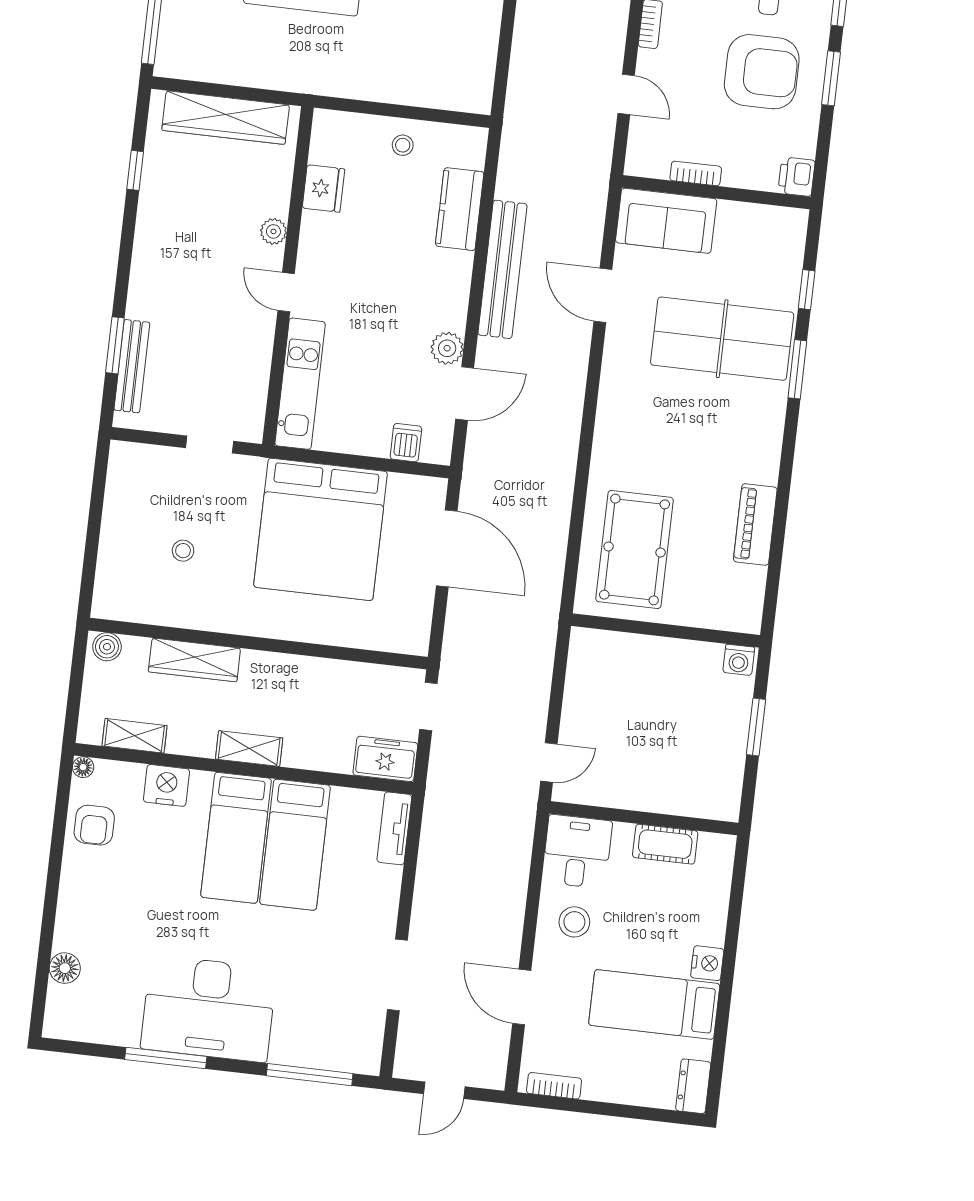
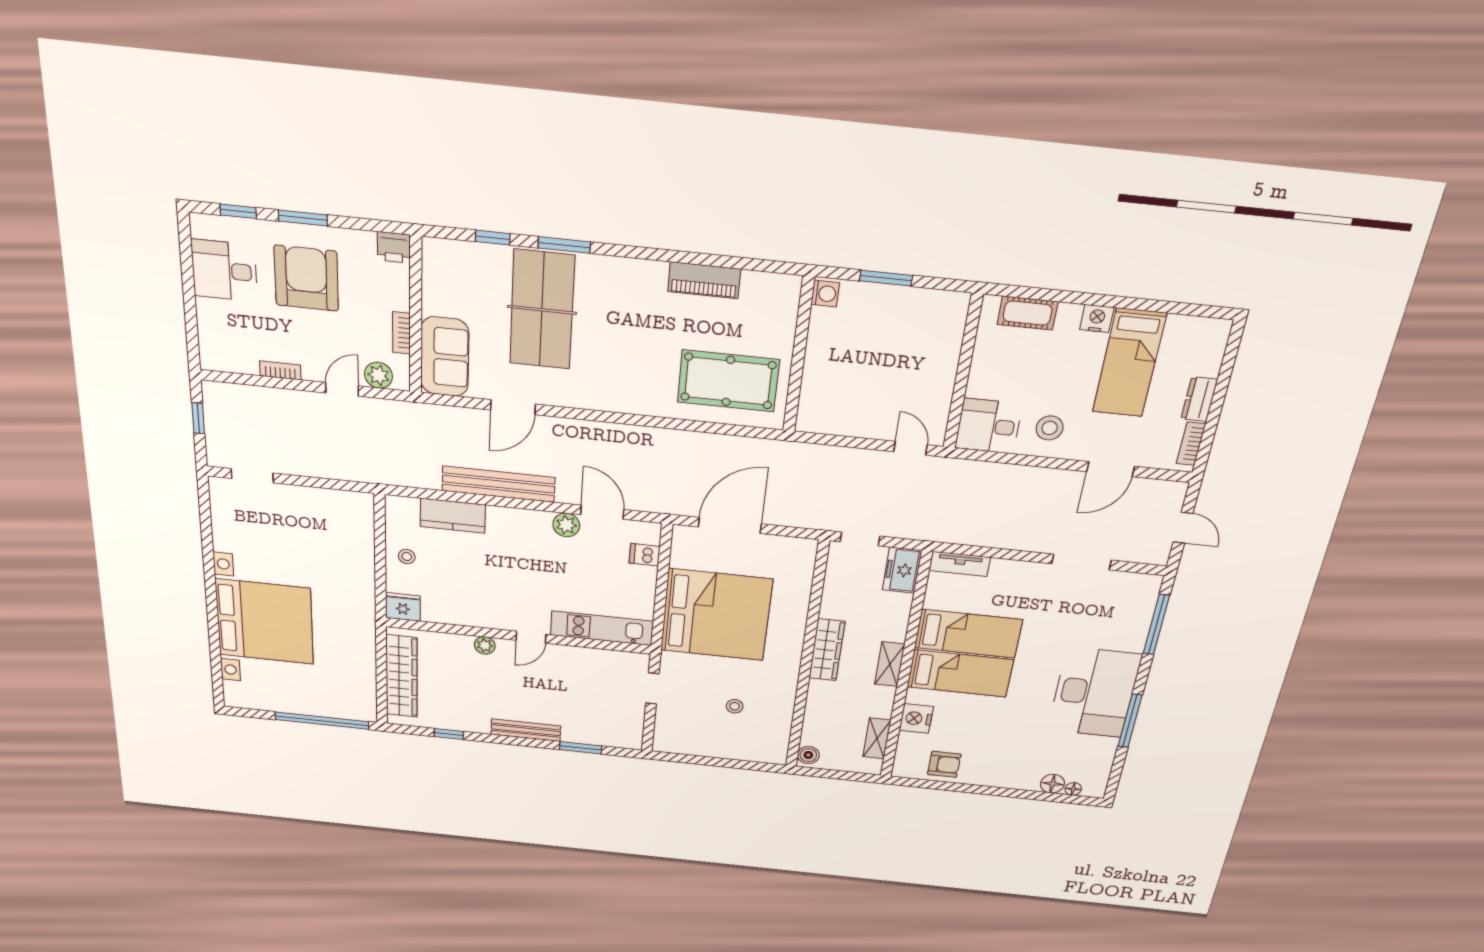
plant: (644, 140) -> (379, 375), added
fridge: (323, 189) -> (403, 607), moved
bench: (132, 366) -> (526, 730), moved
wardrobe: (194, 660) -> (827, 650), moved
floor lamp: (83, 767) -> (1073, 789), moved
cot: (665, 844) -> (1028, 313), moved, turned 90
dresser: (693, 1086) -> (1199, 399), moved, turned 90

